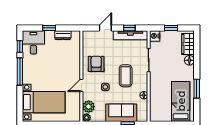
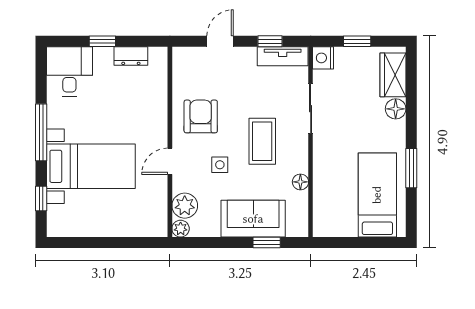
tv unit: (130, 35) -> (283, 56), width x0.71
window: (20, 47) -> (41, 199), moved
bed with nightstands: (44, 102) -> (91, 166), moved

